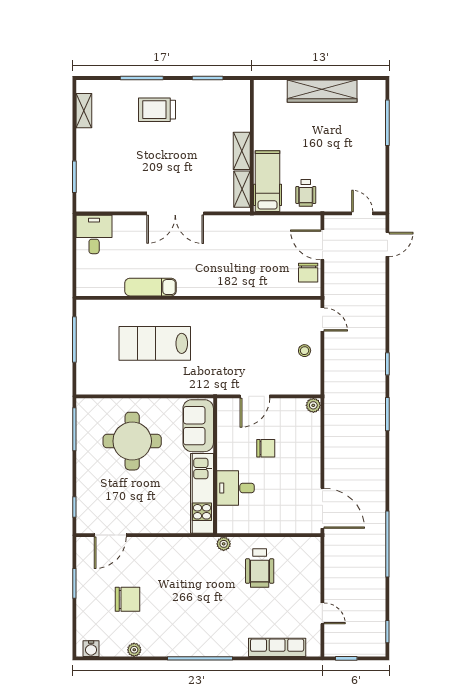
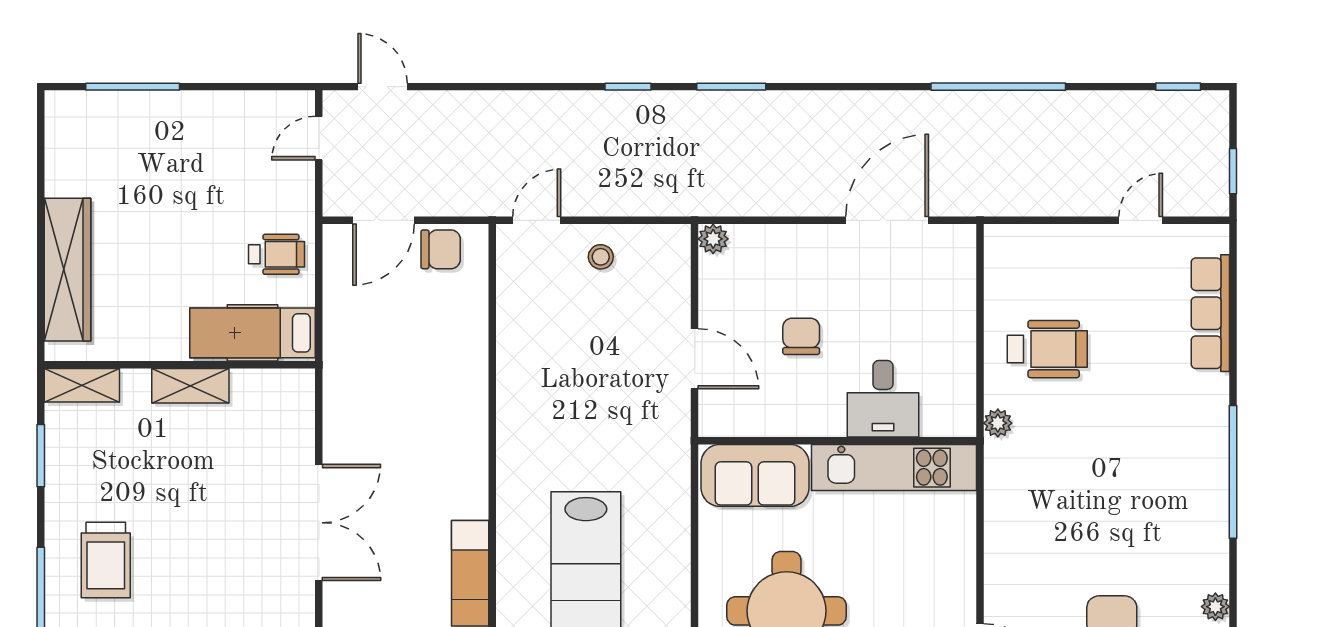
wardrobe: (322, 91) -> (67, 270), moved
shelving: (242, 189) -> (82, 385), moved
door: (322, 508) -> (887, 220), moved

